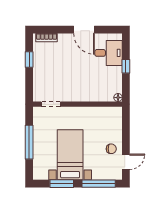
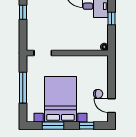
bed with nightstands: (70, 155) -> (60, 99), width x1.36
door: (126, 162) -> (112, 106), swing flipped
window: (99, 184) -> (87, 126), width x0.46

